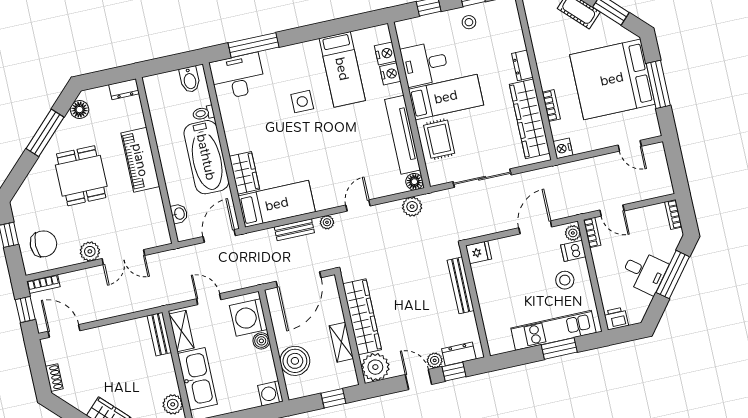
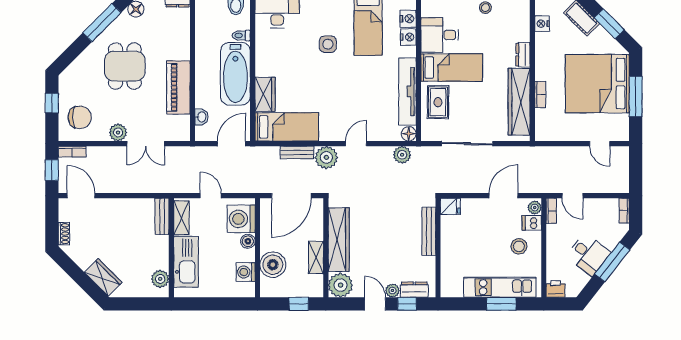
nightstand: (563, 148) -> (542, 24), moved
piano: (140, 160) -> (178, 87), moved
plant: (327, 222) -> (326, 157), width x1.88, depth x1.88
washing machine: (270, 393) -> (246, 272), moved

